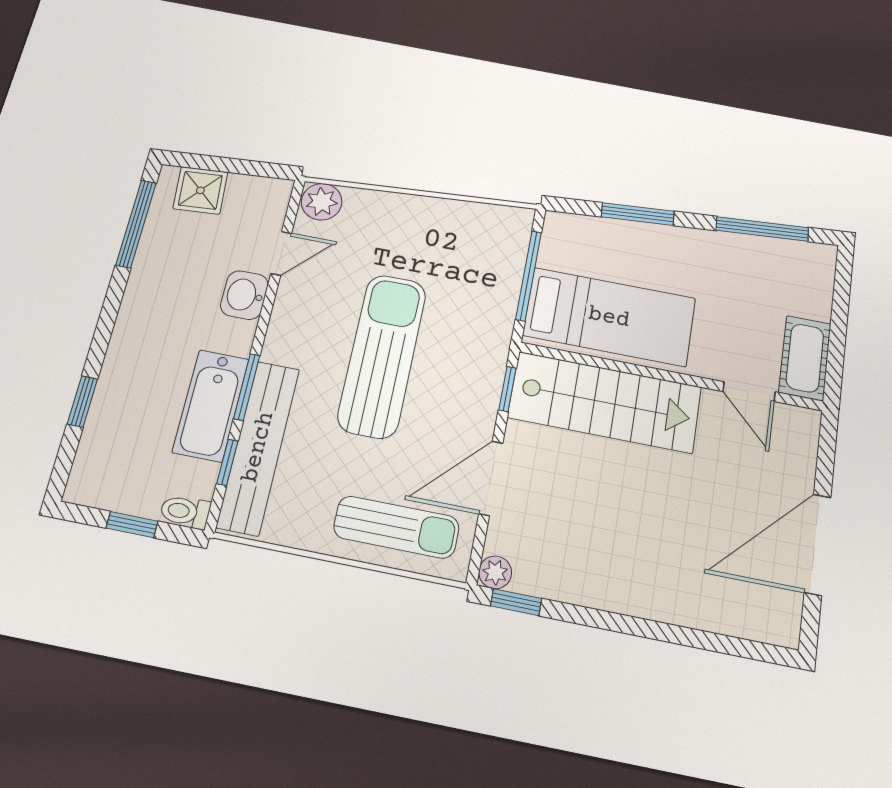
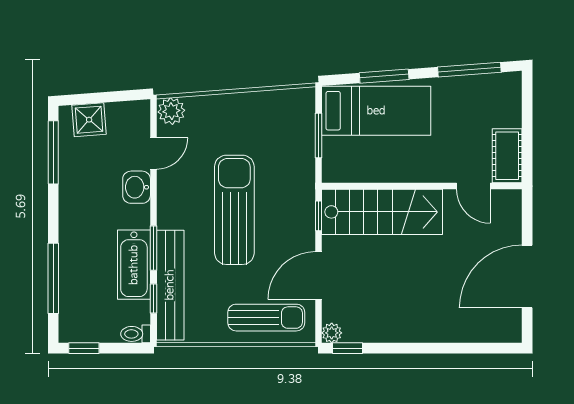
window: (528, 276) -> (319, 136), width x0.69
bed: (609, 317) -> (376, 111), moved
window: (82, 401) -> (53, 278), width x2.17
window: (132, 525) -> (84, 348), moved

